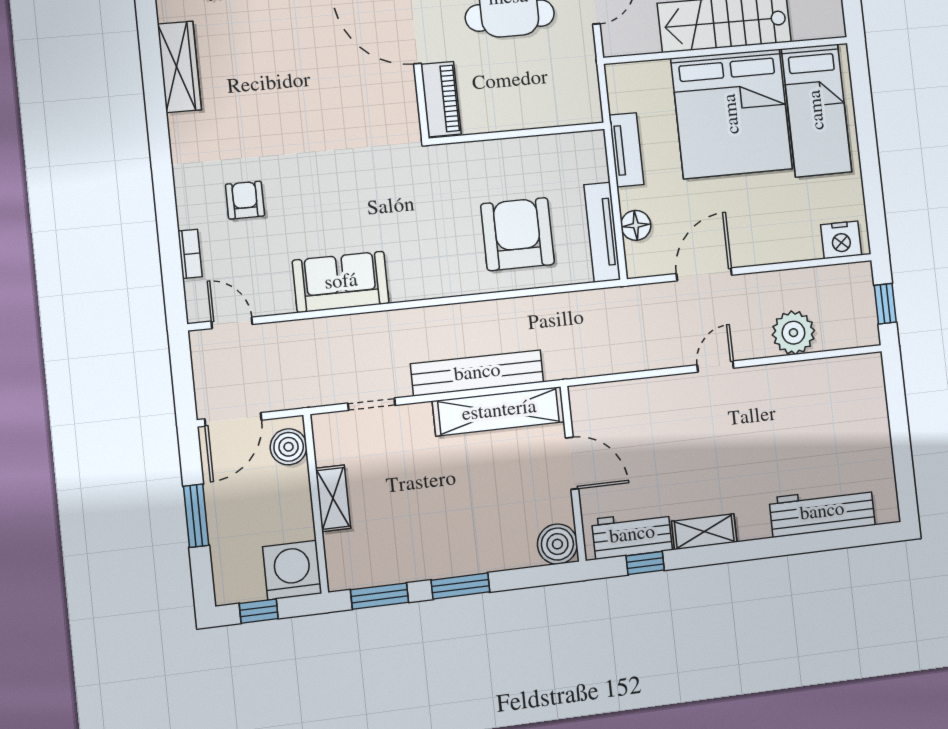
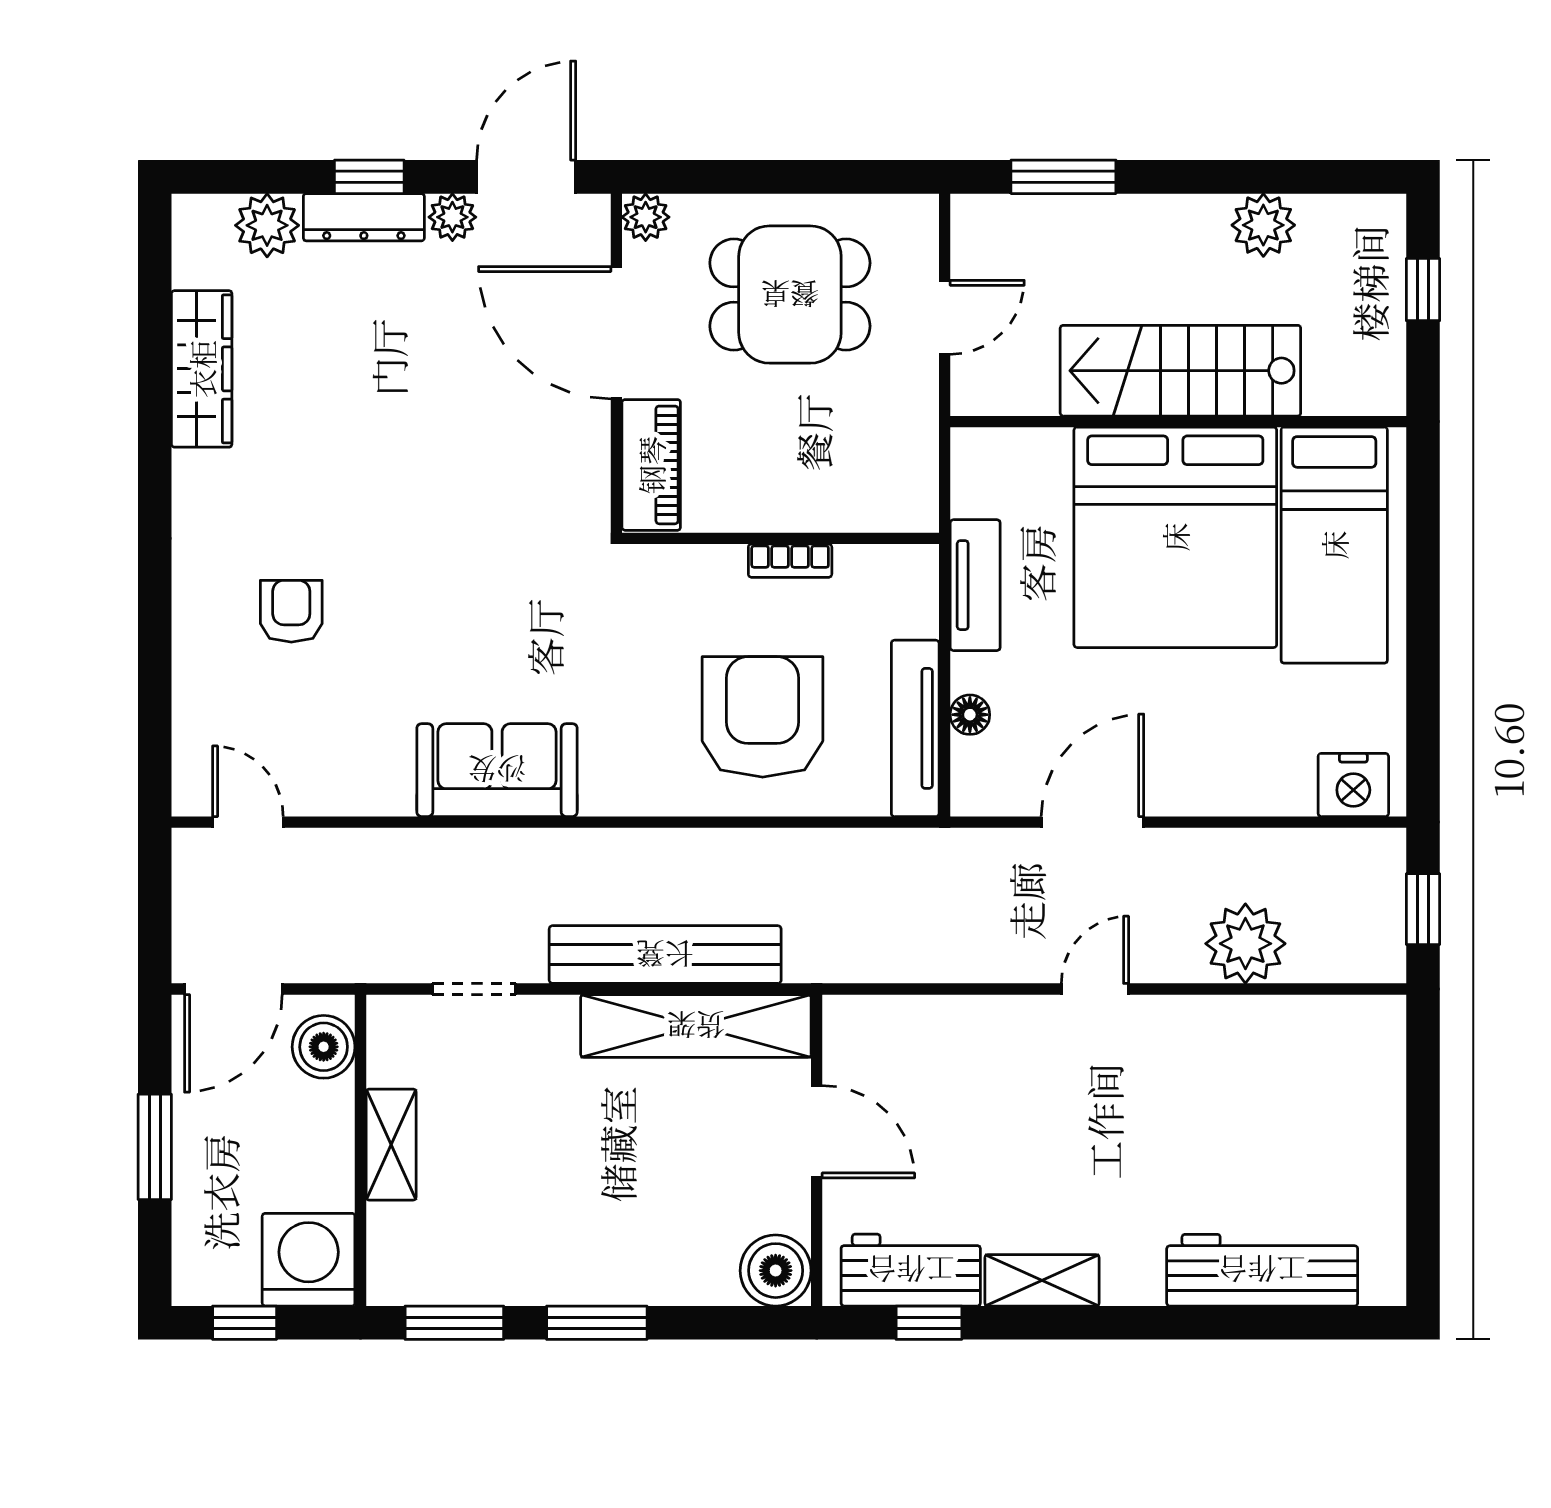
floor lamp: (636, 225) -> (970, 715), width x0.73, depth x0.73
bookcase: (190, 254) -> (790, 561), moved, turned 90
sofa: (341, 282) -> (497, 770), moved

